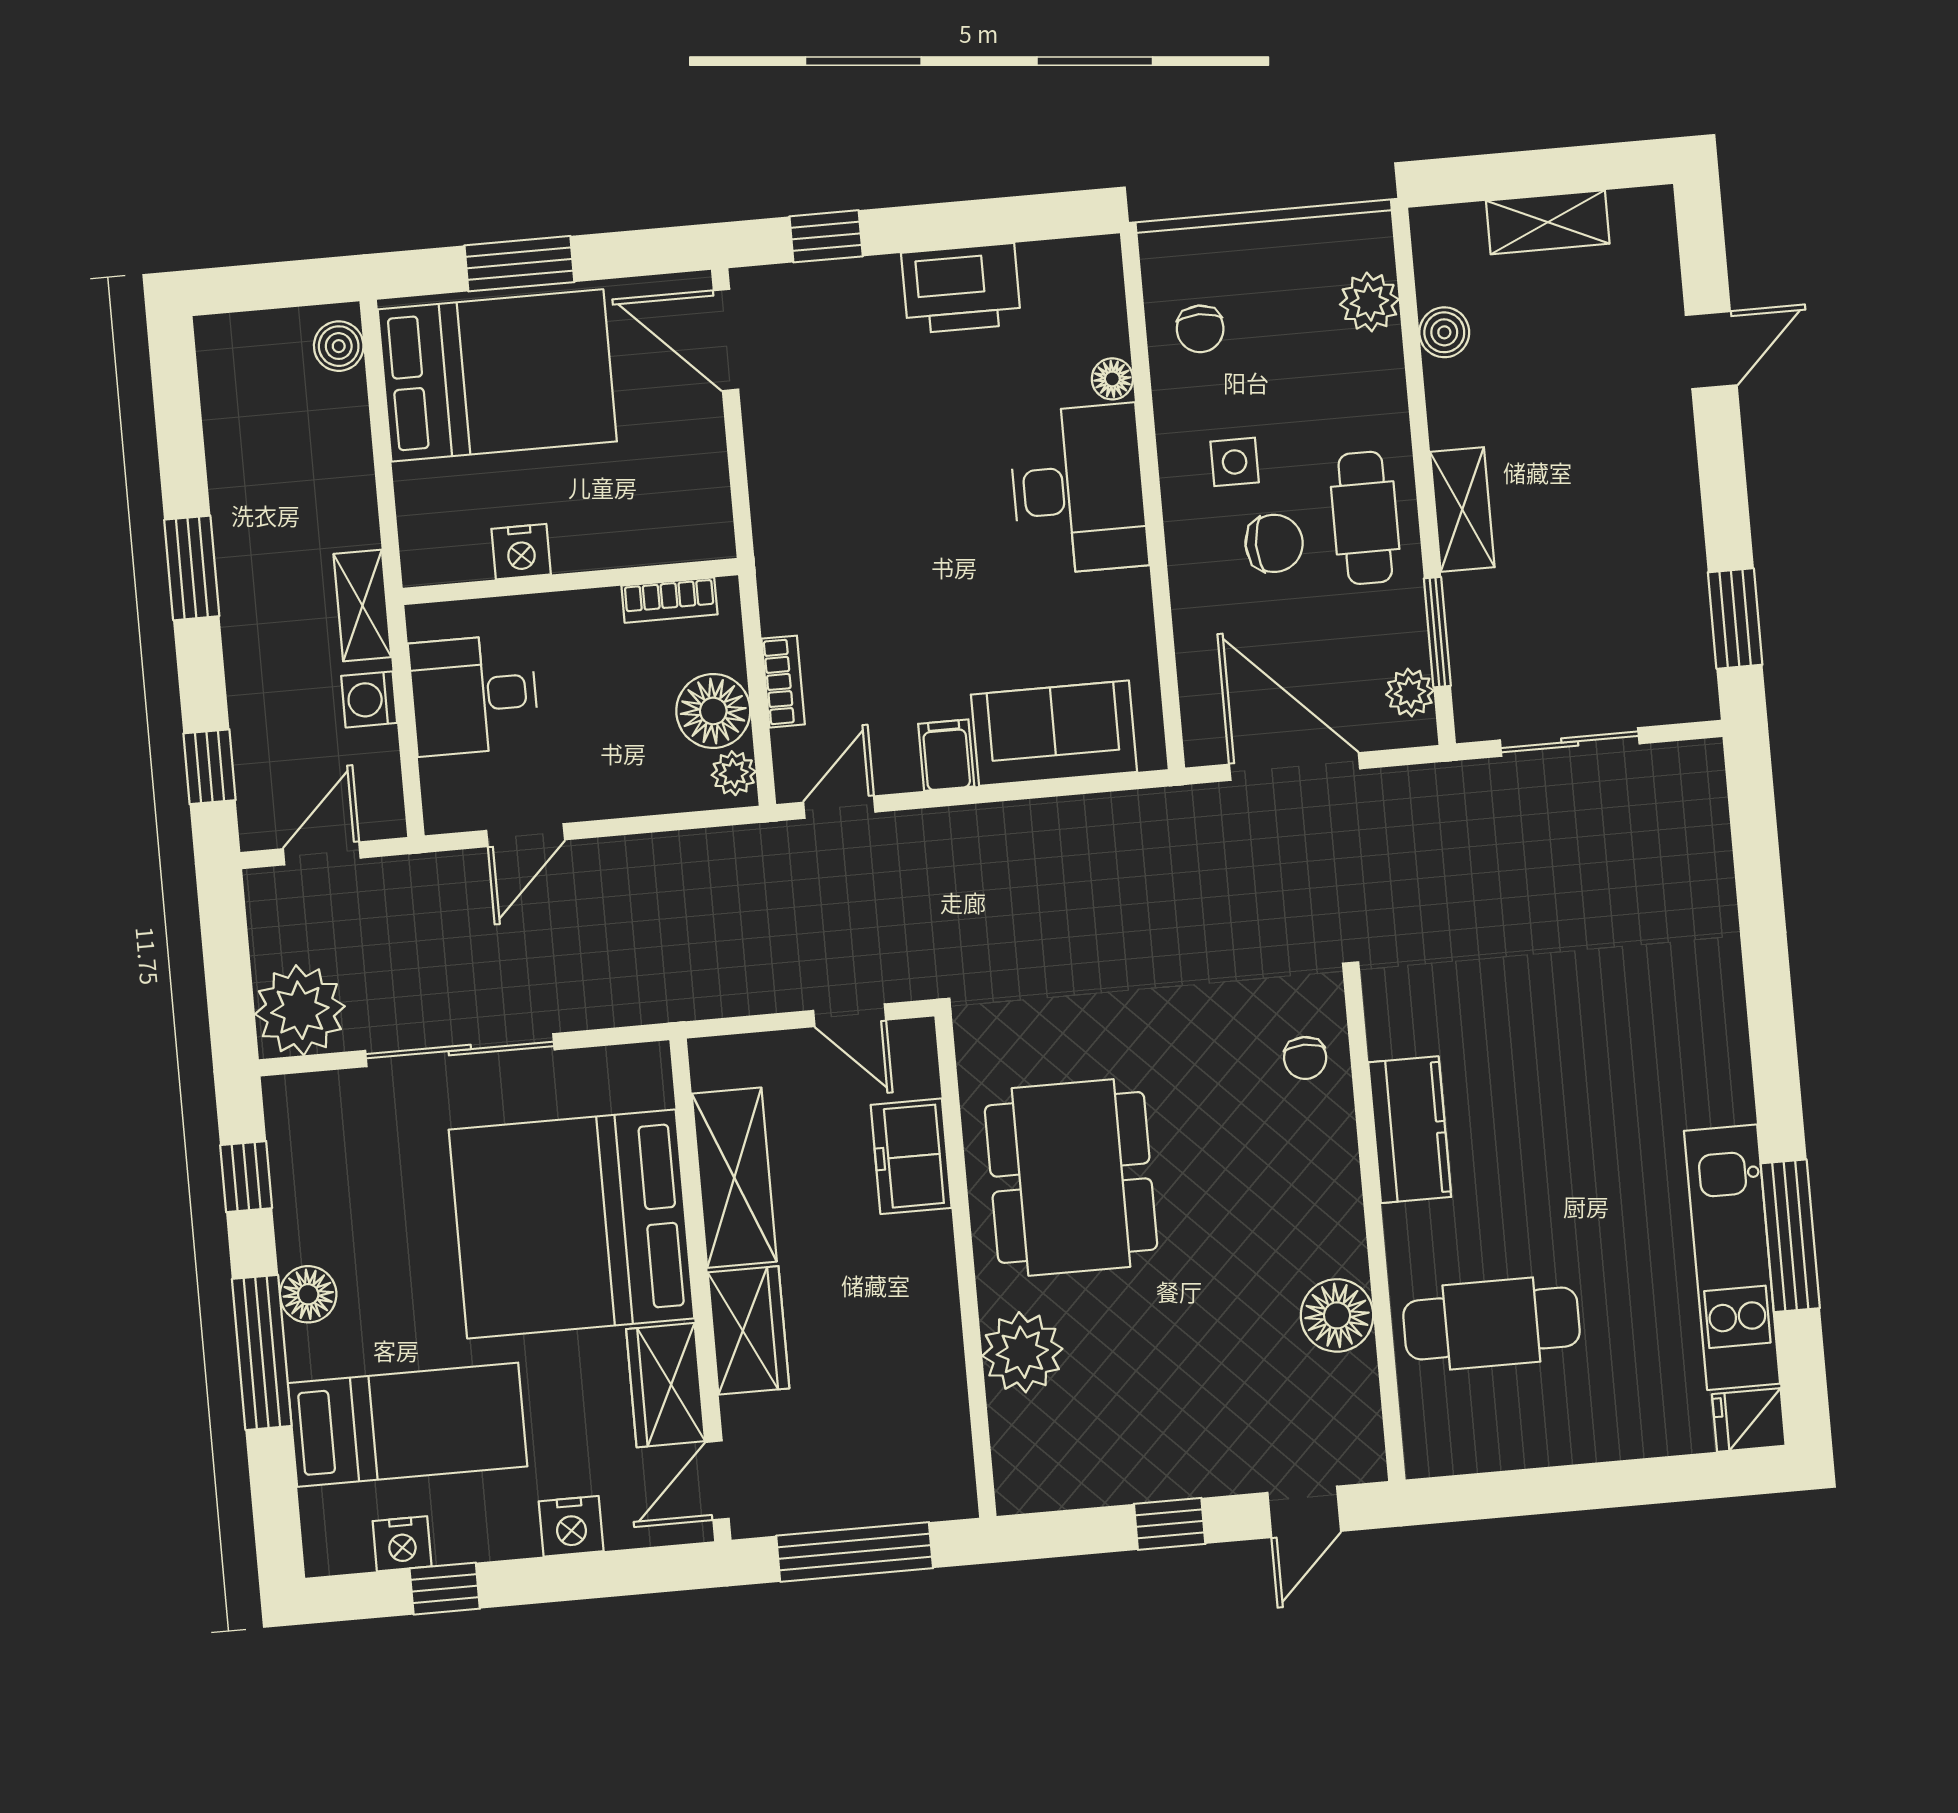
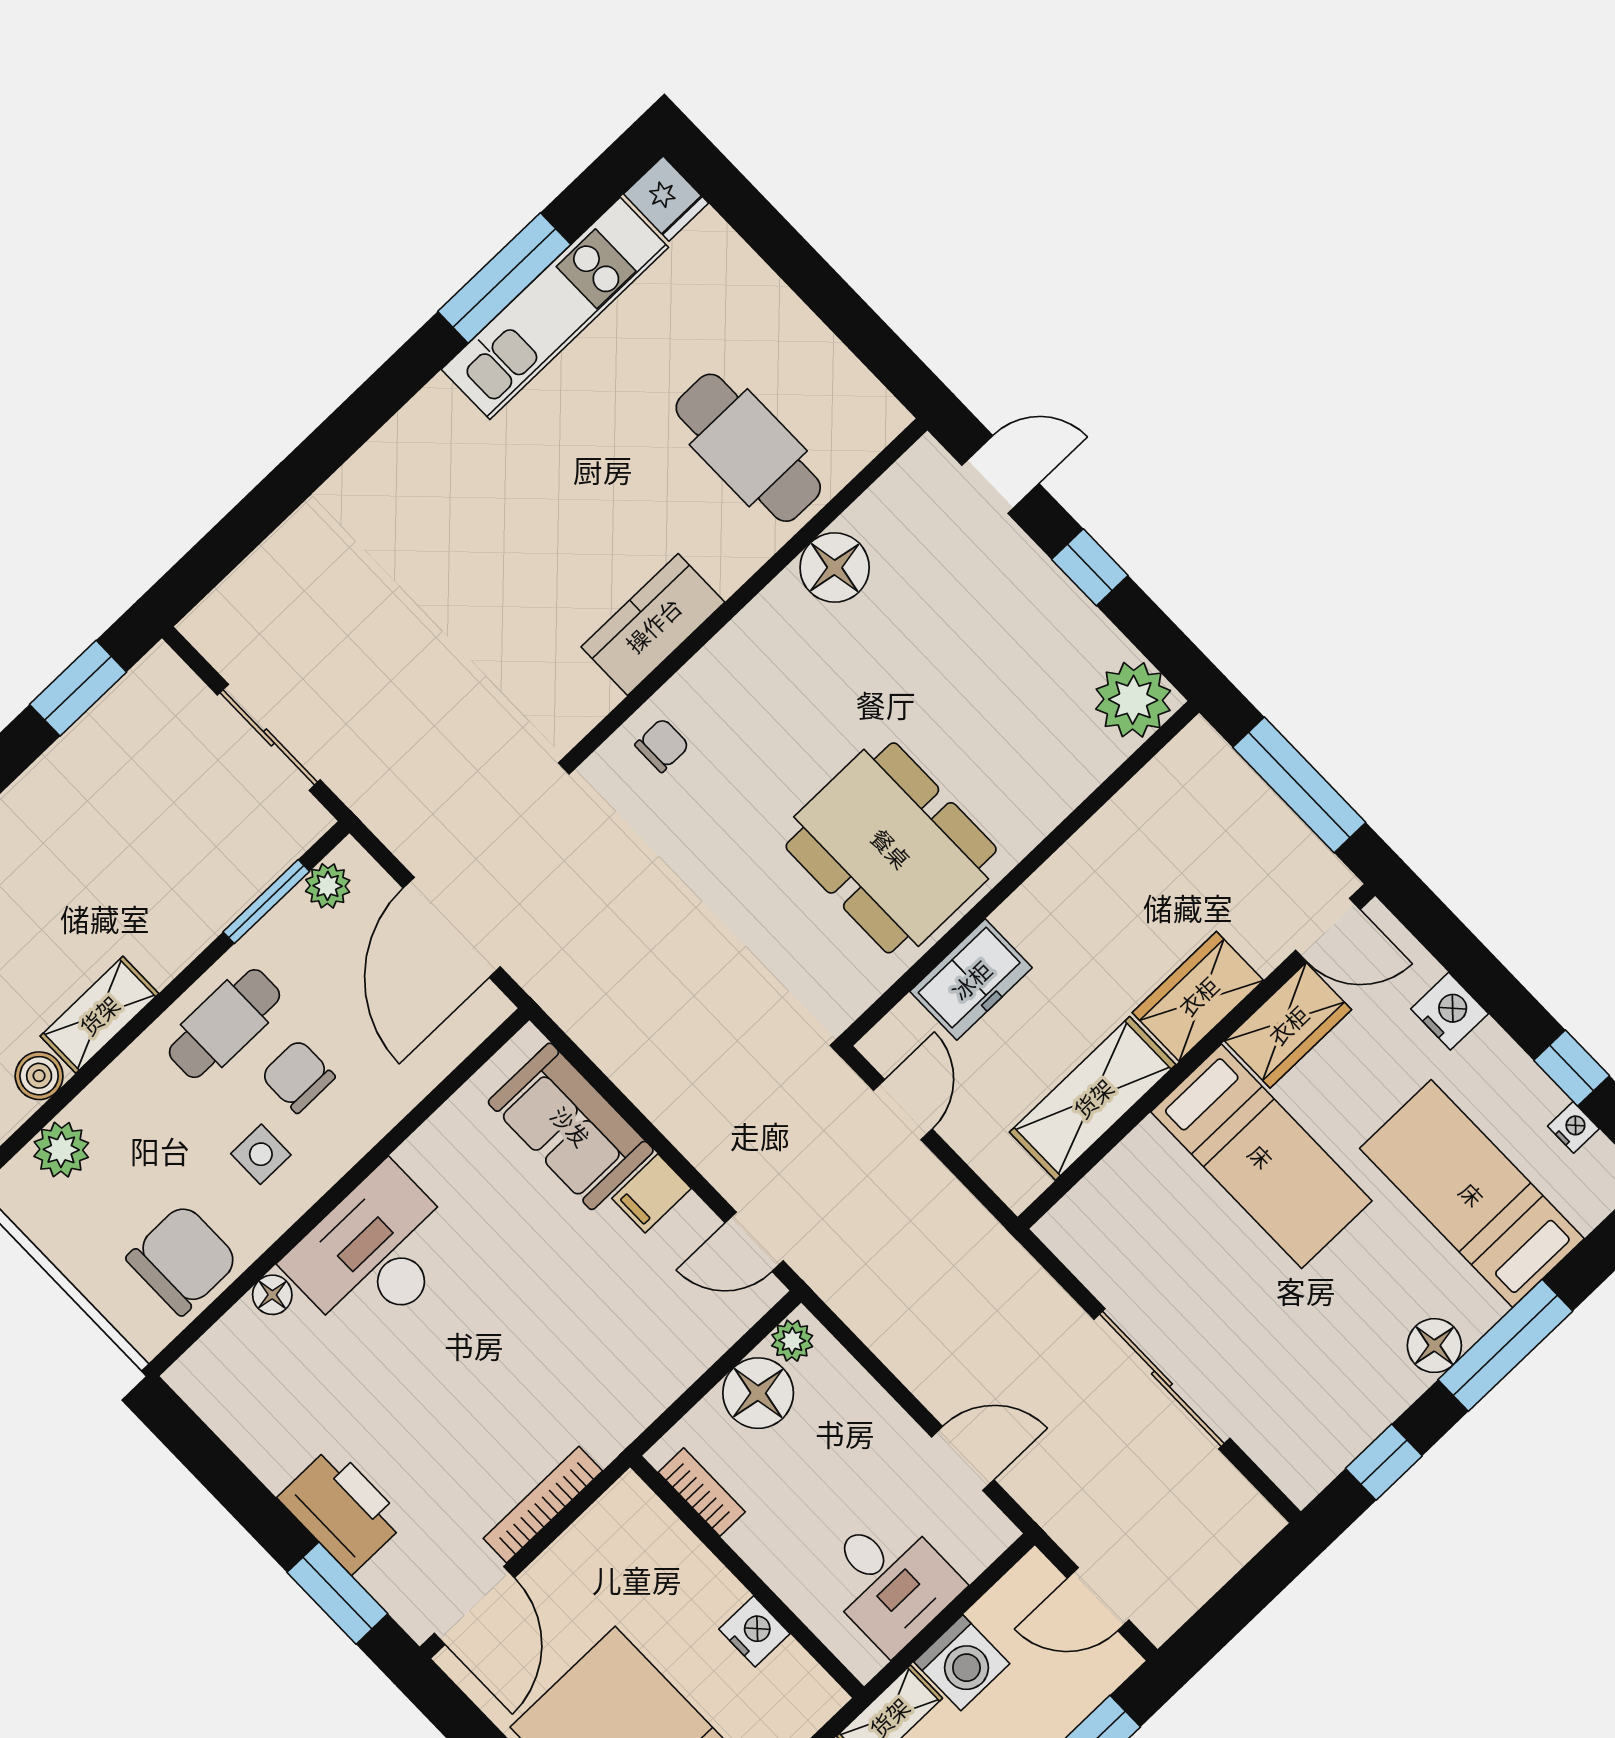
window: (826, 236) -> (337, 1593), width x1.50
printer: (961, 288) -> (342, 1510), moved
chair: (1200, 329) -> (183, 1259), width x1.87, depth x1.87
shelving: (1462, 510) -> (99, 1015), moved
bookcase: (783, 682) -> (543, 1505), moved, width x1.56
washing machine: (369, 699) -> (962, 1663), width x1.38, depth x1.38
plant: (300, 1010) -> (1228, 1522), removed
dining table: (1071, 1177) -> (891, 848), turned 90
bed: (571, 1224) -> (1261, 1156), width x0.49
plant: (1022, 1352) -> (1133, 700), moved
nightstand: (402, 1544) -> (1573, 1127), width x0.72, depth x0.74

